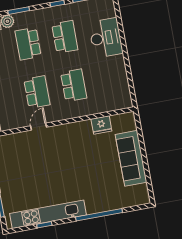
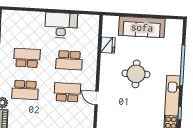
desk: (106, 38) -> (61, 25), moved
school desk: (74, 85) -> (69, 60), turned 180
round table: (77, 165) -> (136, 74), added

